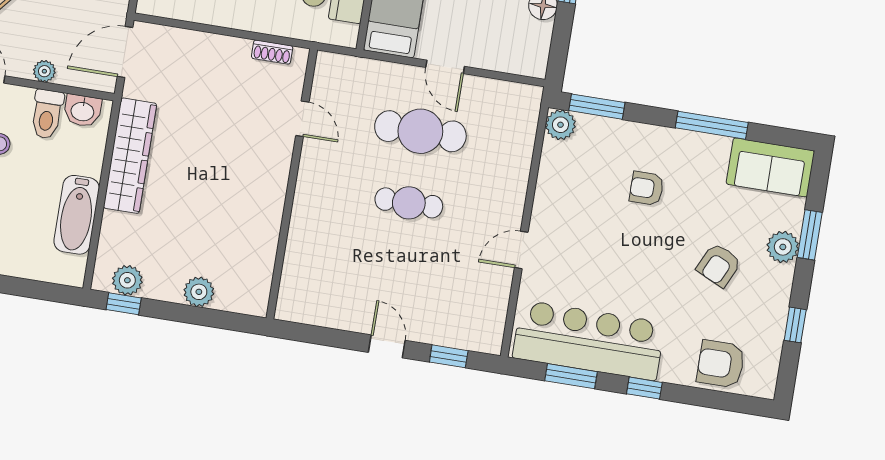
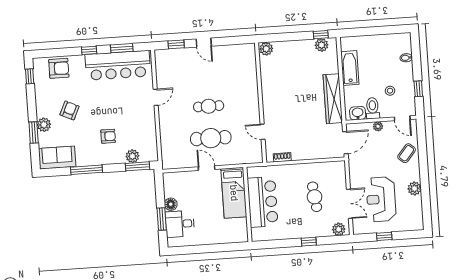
plant: (560, 125) -> (132, 156), moved
plant: (199, 292) -> (266, 49), moved
window: (795, 325) -> (30, 76), moved

